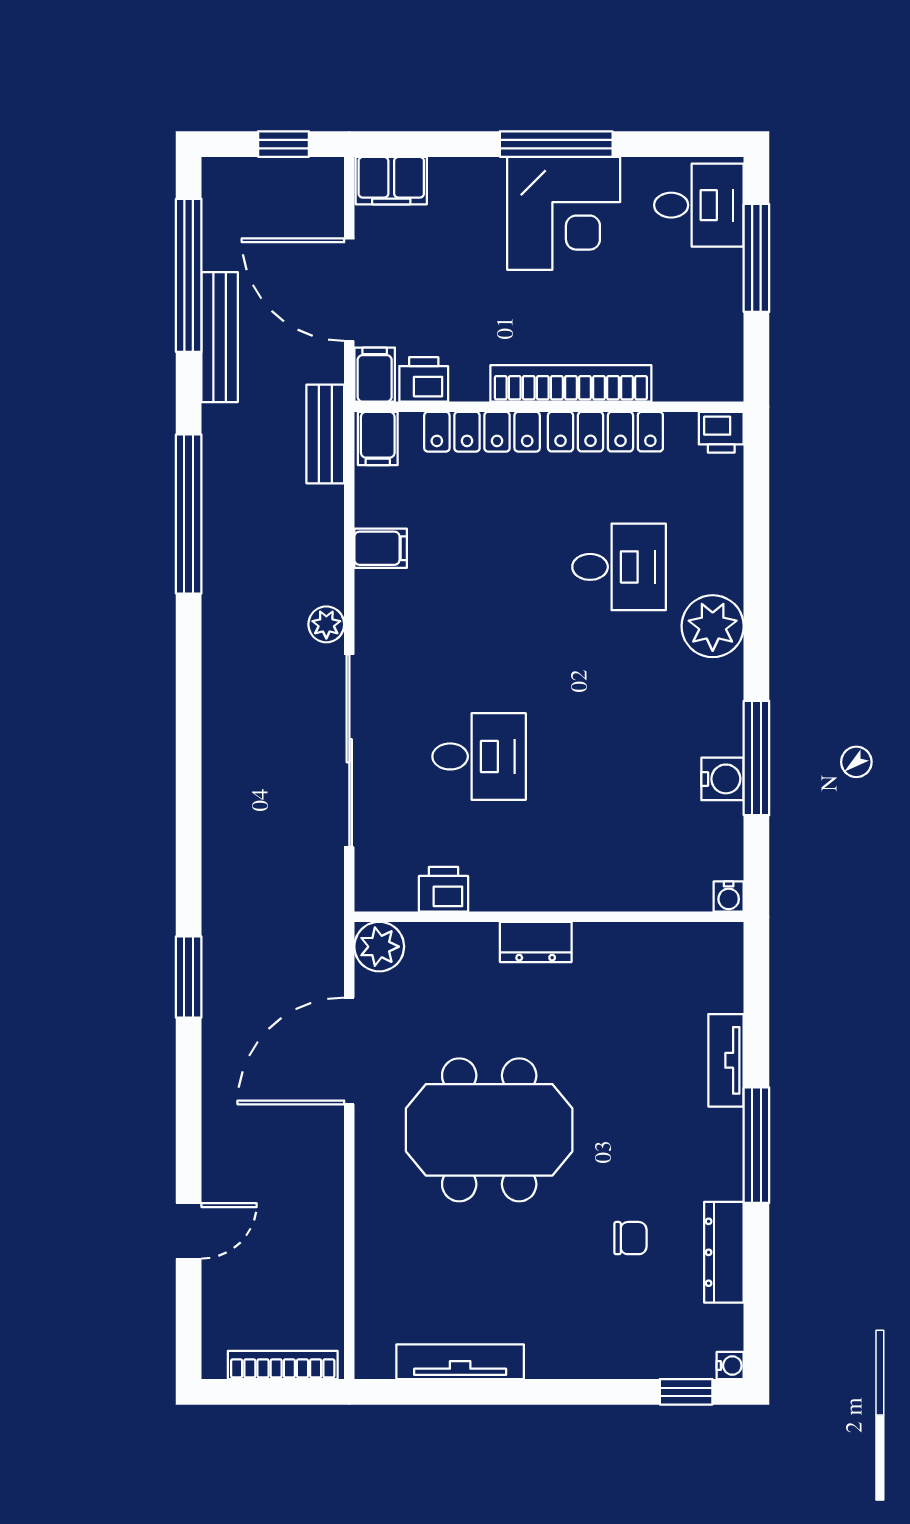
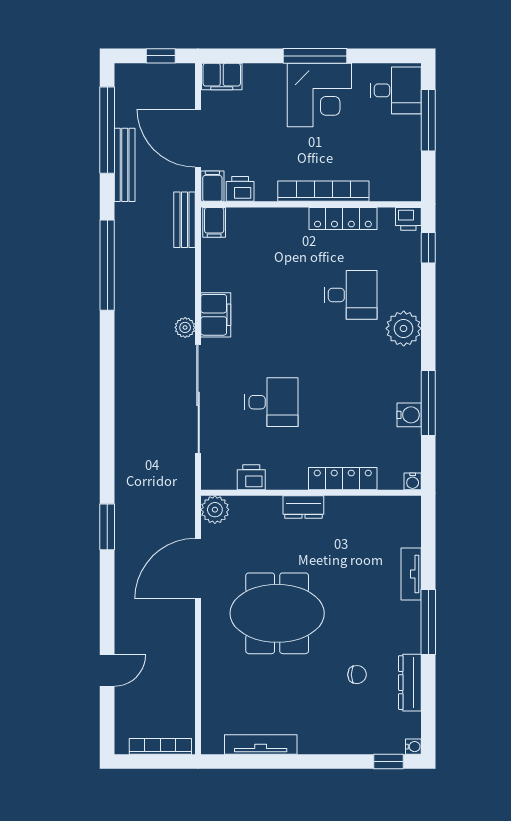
locker: (482, 432) -> (343, 479), moved, turned 180
window: (756, 483) -> (428, 248), added
filing cabinet: (381, 548) -> (216, 315), moved, width x2.00

